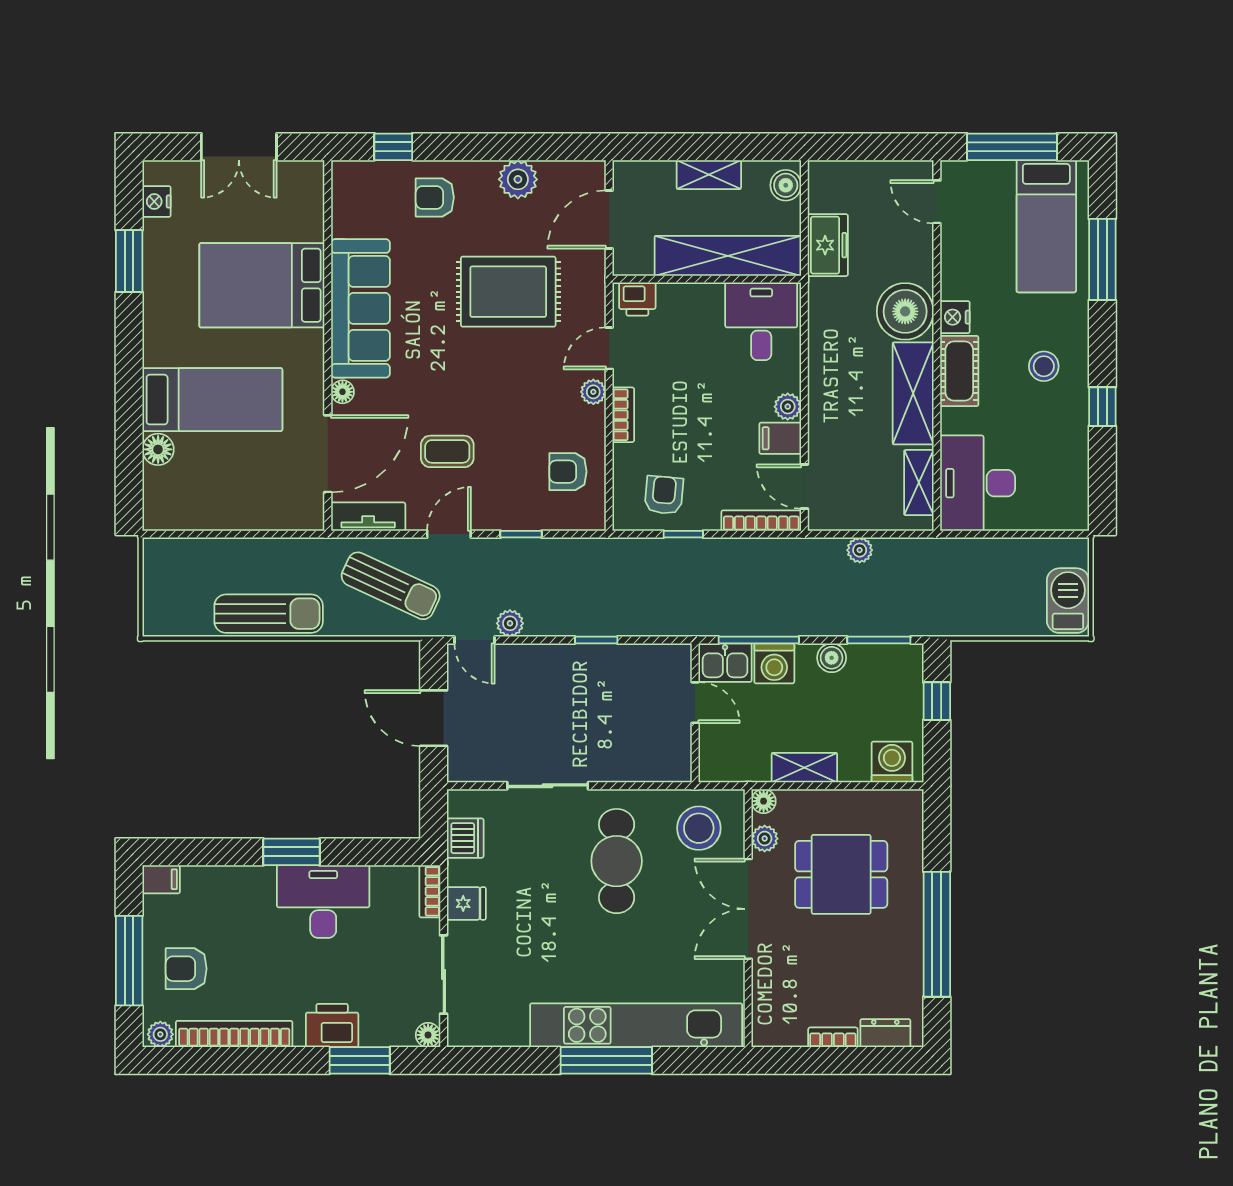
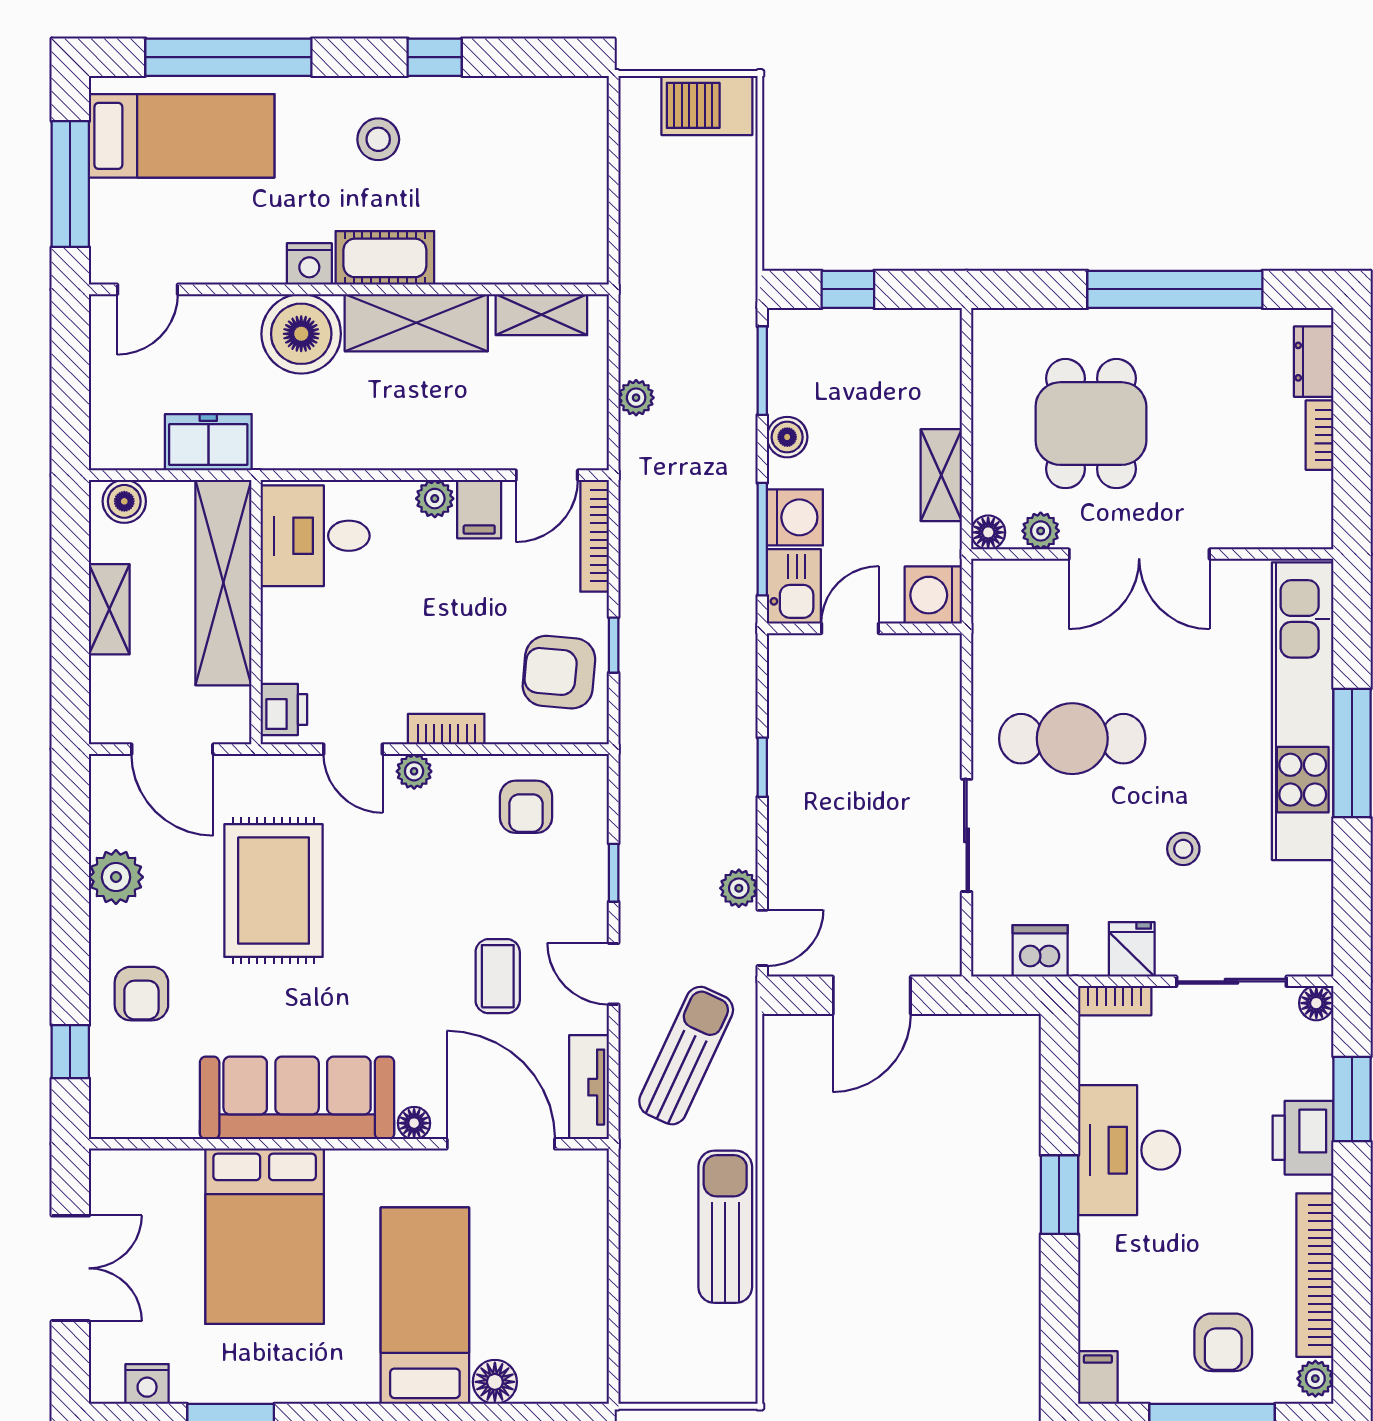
window: (1102, 259) -> (228, 57), width x1.46
desk: (978, 483) -> (542, 232), removed
armchair: (664, 495) -> (559, 672), width x1.38, depth x1.38
washing machine: (892, 762) -> (933, 595), moved
stool: (699, 828) -> (1183, 849), moved, width x0.53, depth x0.53

